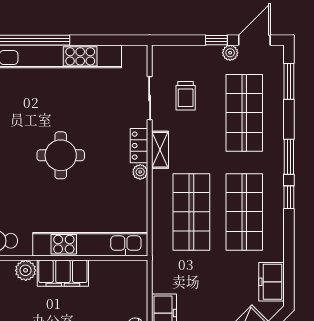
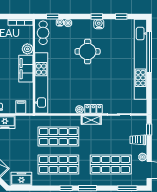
window: (216, 40) -> (149, 130), moved
trolley: (186, 96) -> (138, 140), moved
round table: (61, 155) -> (88, 51), moved
filing cabinet: (136, 283) -> (21, 107), added

